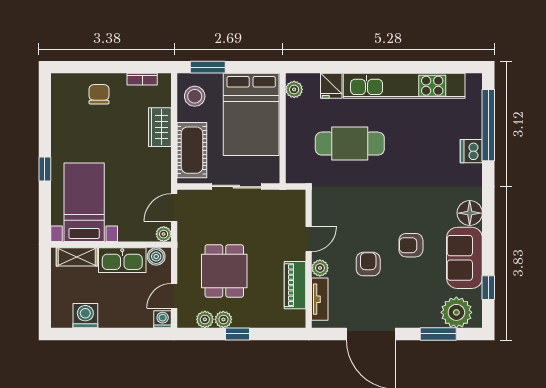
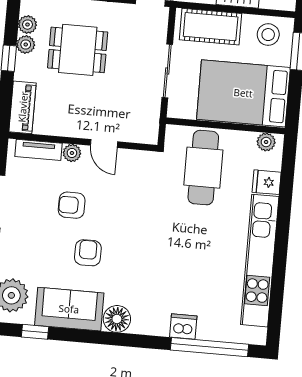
cafe table: (350, 144) -> (203, 168), moved
armchair: (368, 264) -> (72, 205), turned 180
piano: (295, 285) -> (23, 107), moved, turned 90

